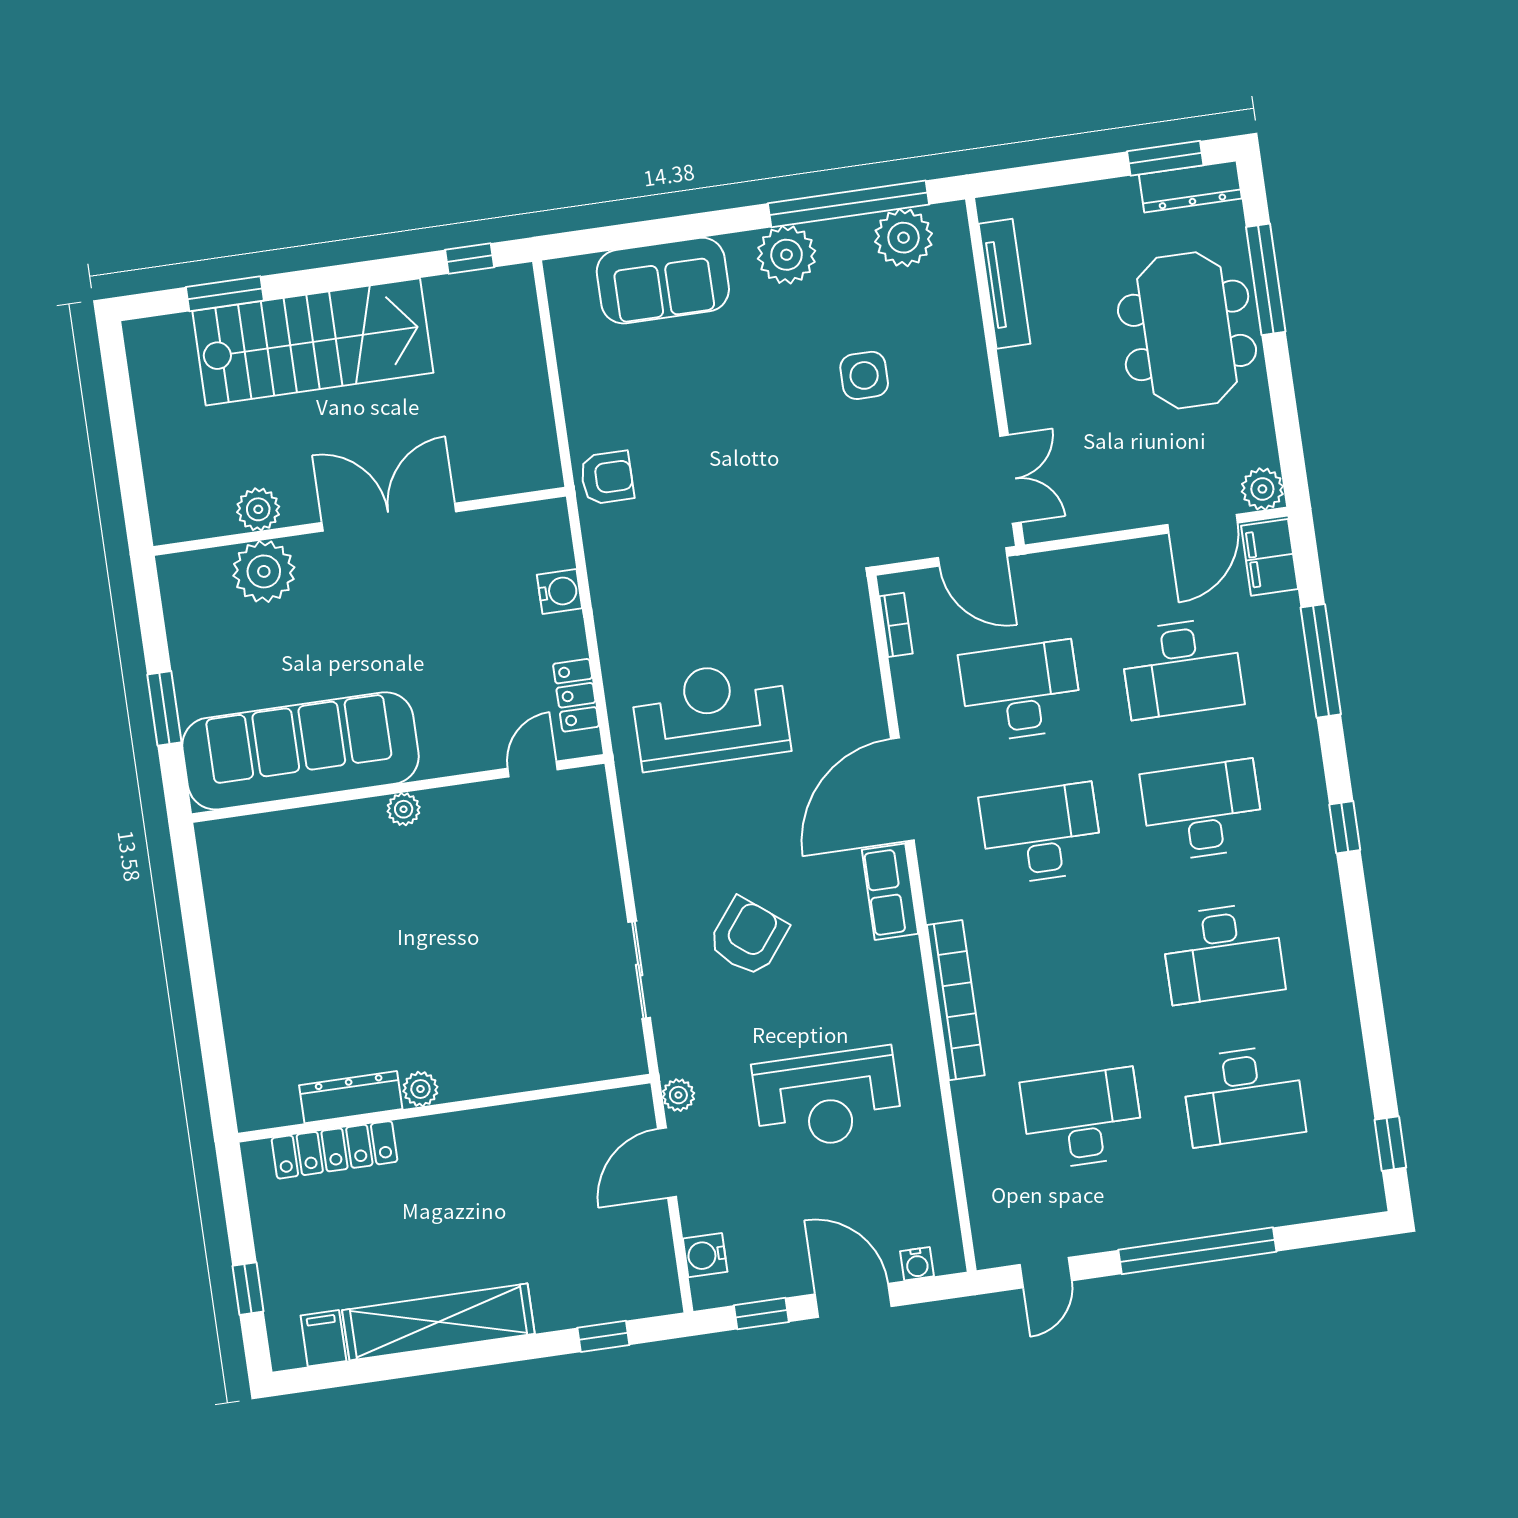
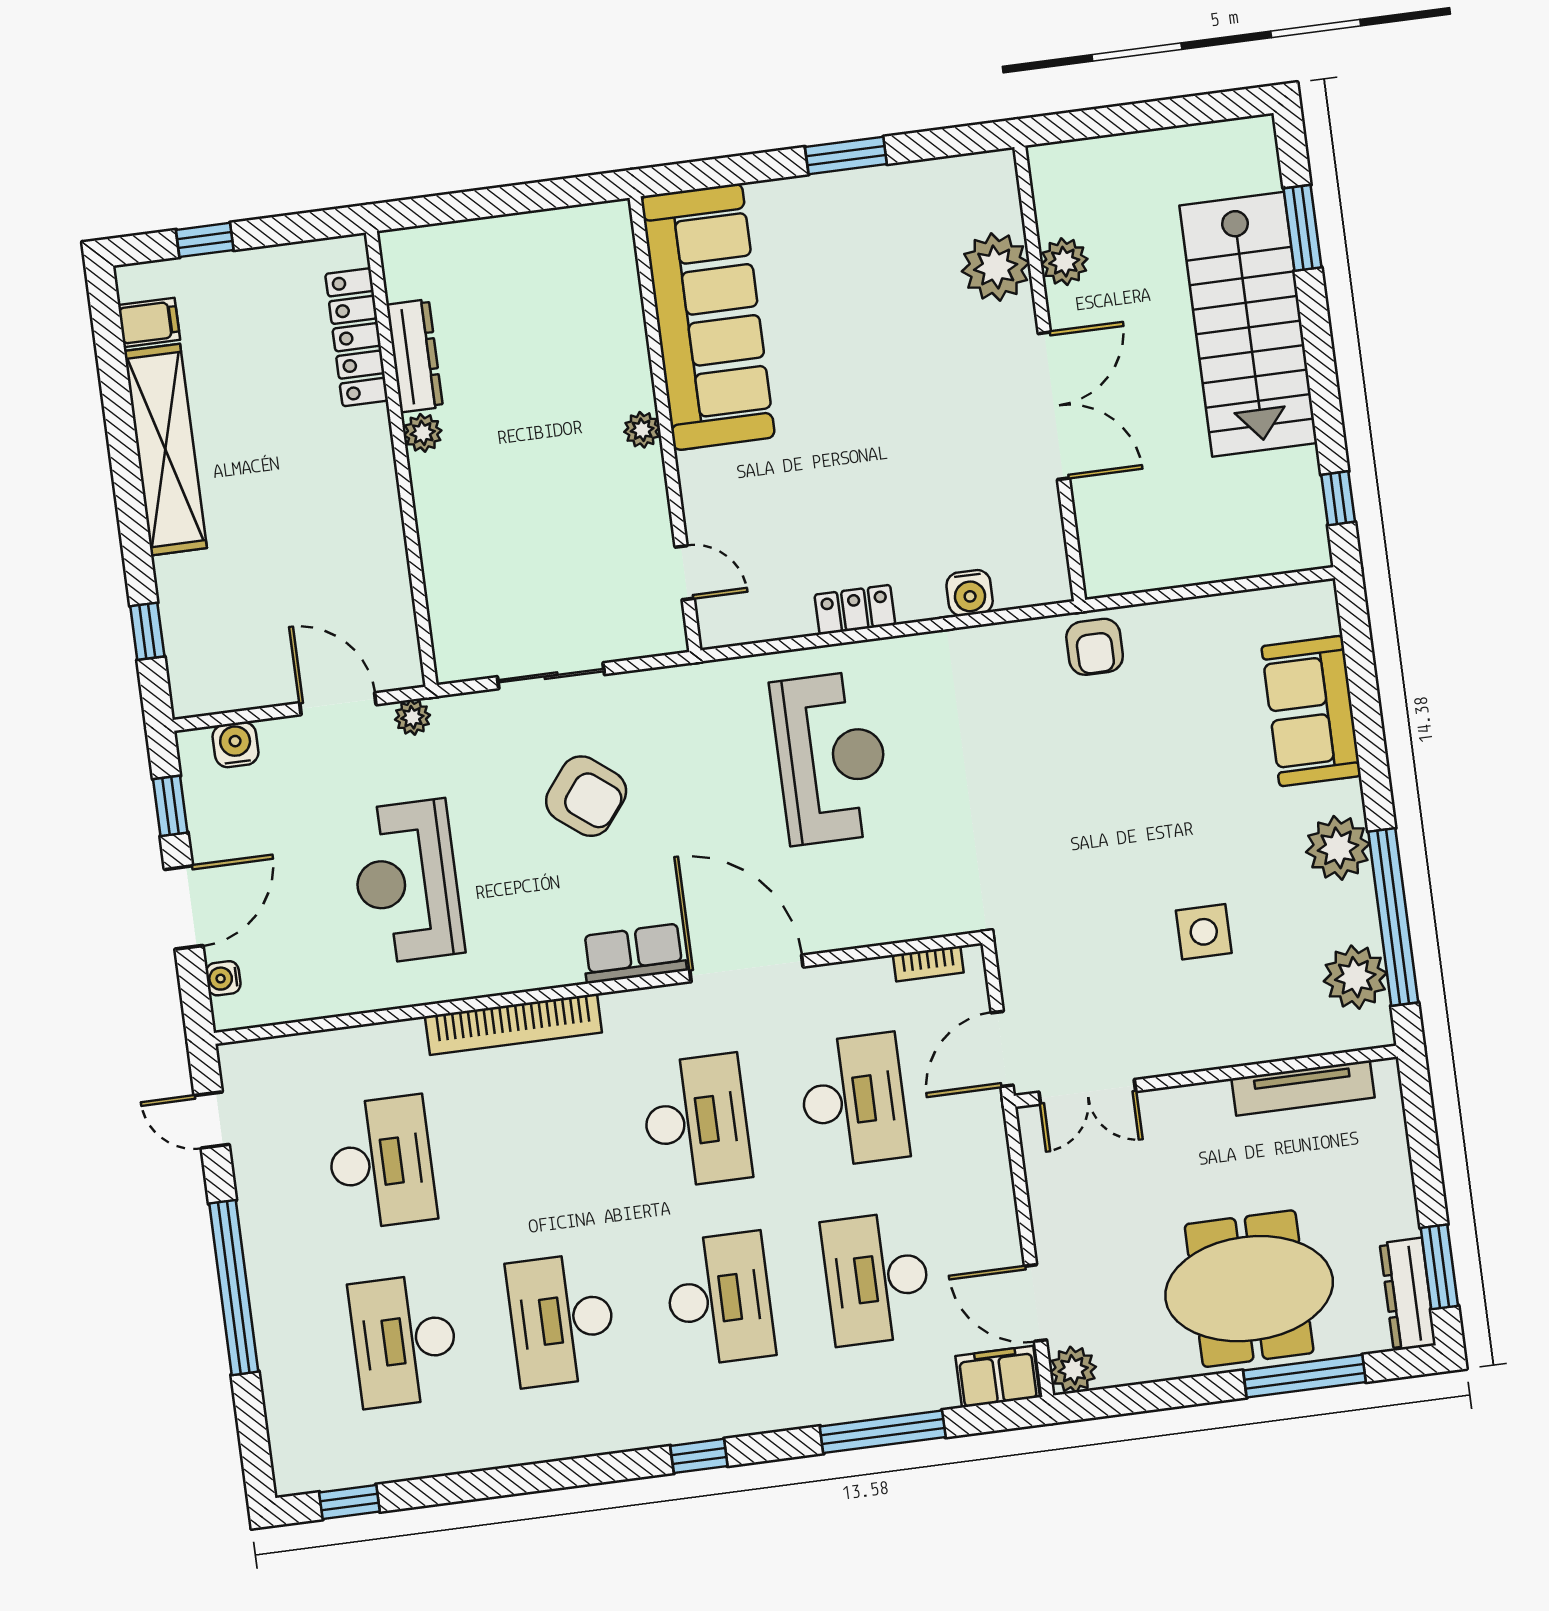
sofa: (301, 751) -> (708, 317), moved
door: (533, 769) -> (685, 573), moved
wall: (398, 788) -> (665, 424), moved
plant: (404, 809) -> (642, 430), moved

